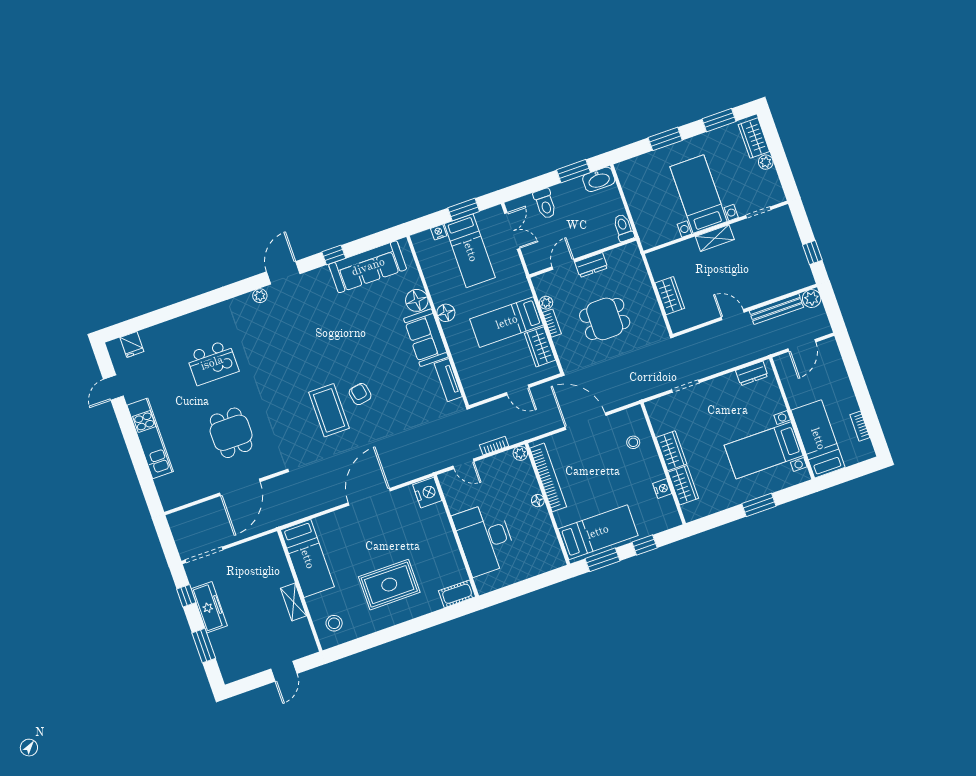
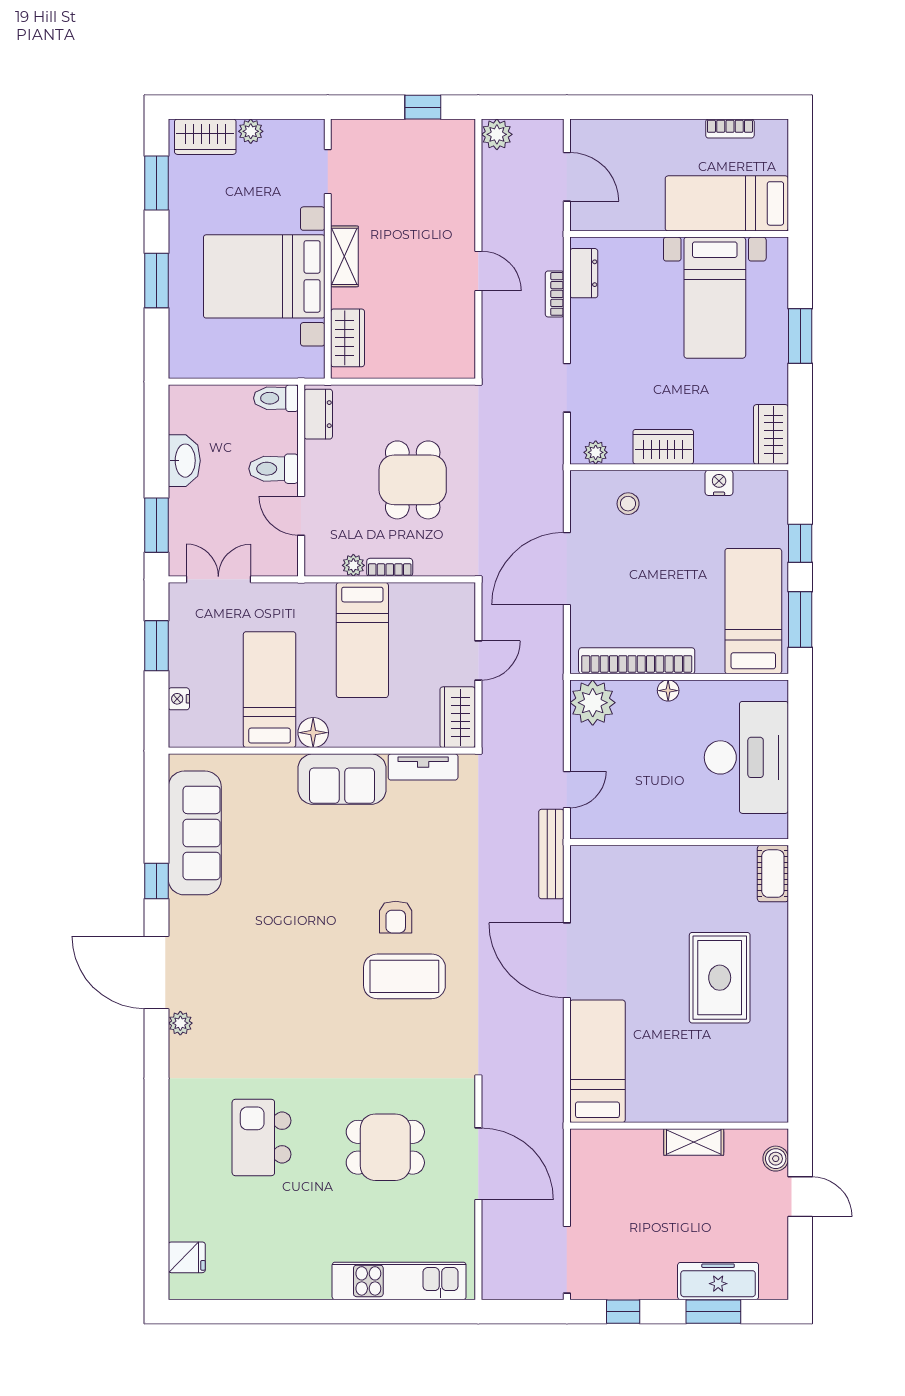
window: (573, 171) -> (157, 525), moved
washbasin: (599, 179) -> (184, 461), moved
bed with nightstands: (698, 194) -> (264, 276), width x1.36
toilet: (545, 204) -> (274, 469), moved, turned 180
bed: (470, 251) -> (270, 690), moved, turned -90
dresser: (591, 265) -> (318, 414), moved
door: (283, 273) -> (157, 973), width x1.36
wardrobe: (670, 296) -> (348, 338), moved, turned 90
floor lamp: (417, 300) -> (277, 773), removed
bench: (776, 309) -> (551, 854), moved
door: (733, 315) -> (478, 271), swing flipped
wardrobe: (540, 347) -> (458, 717), moved, turned 90
kitchen island: (212, 363) -> (262, 1138), turned 180
door: (113, 388) -> (246, 1312), removed
armchair: (360, 394) -> (396, 917), turned -80
plant: (655, 415) -> (596, 452), added
kitchen unit: (150, 438) -> (399, 1281), moved
bookcase: (494, 446) -> (555, 294), moved
plant: (520, 453) -> (593, 703), width x1.88, depth x1.88
wardrobe: (683, 485) -> (771, 434), moved, turned -90
nightstand: (427, 493) -> (593, 864), removed
desk: (485, 539) -> (746, 757), moved, turned -90
bed: (307, 558) -> (597, 1061), moved, turned -90
freezer: (209, 607) -> (718, 1281), moved
stool: (334, 623) -> (751, 1089), removed
boiler: (300, 650) -> (776, 1159), added

